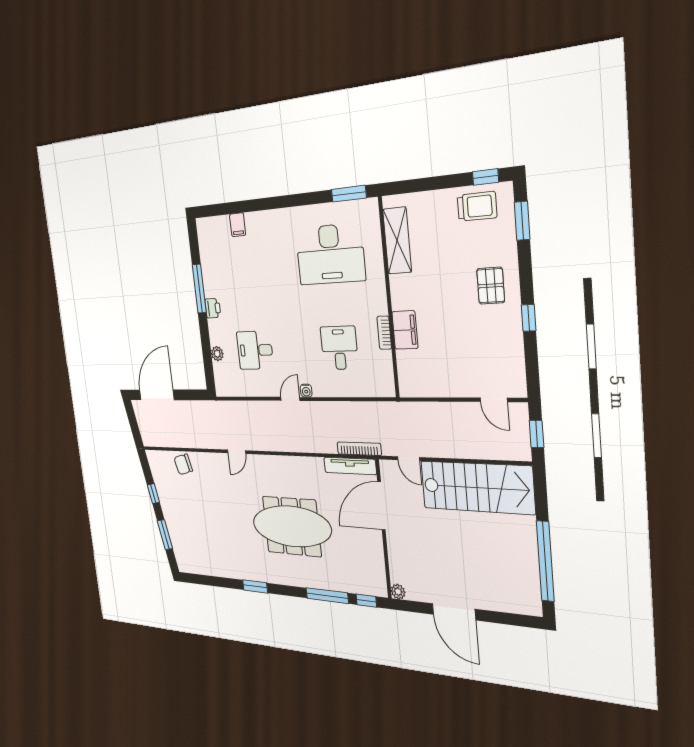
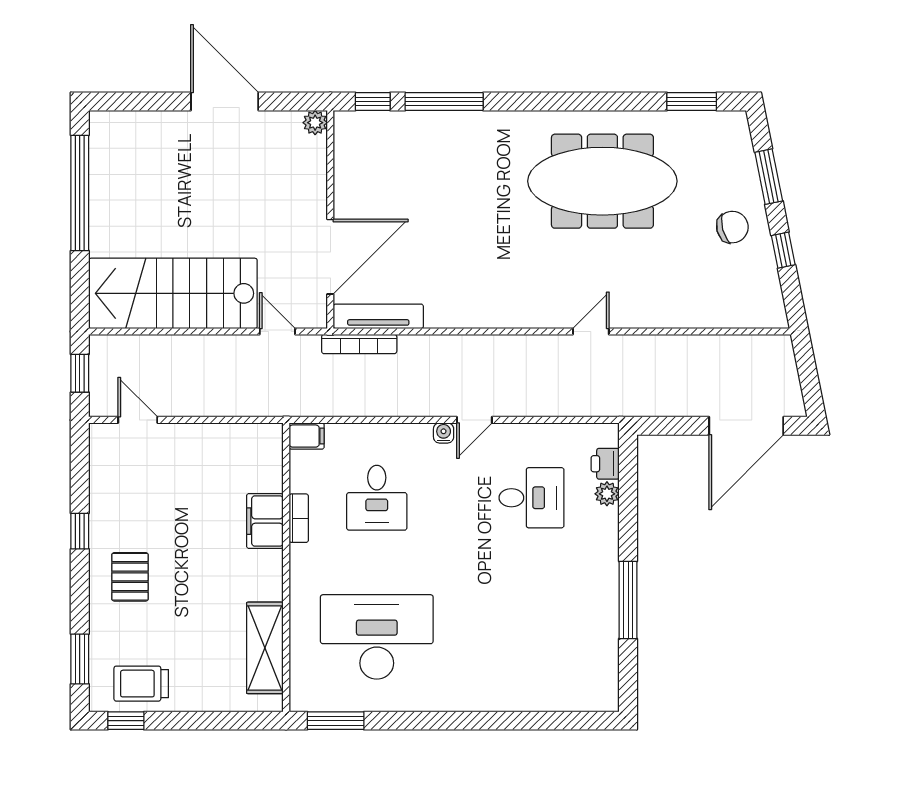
filing cabinet: (238, 225) -> (307, 436), moved, turned 90
printer: (213, 308) -> (605, 464), moved
chair: (183, 464) -> (732, 227), moved
meeting table: (292, 526) -> (602, 181), moved
window: (255, 586) -> (692, 102), moved

